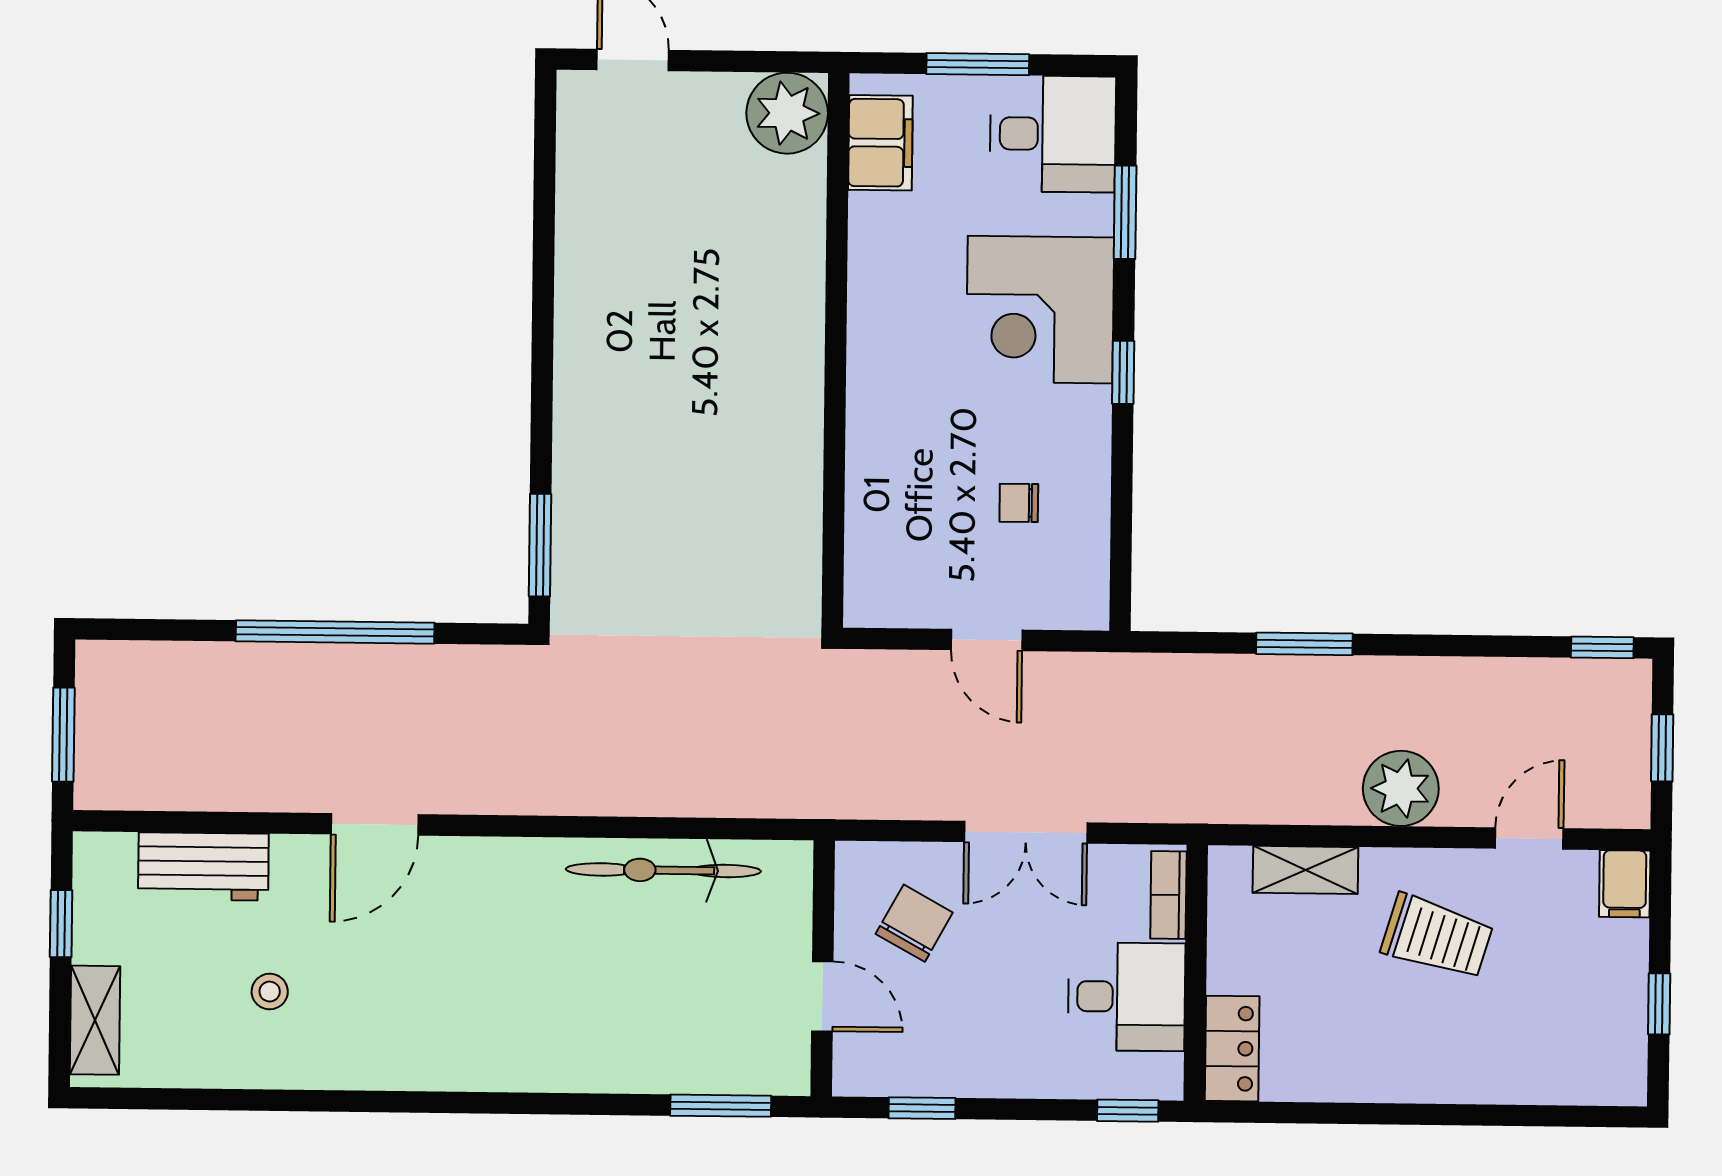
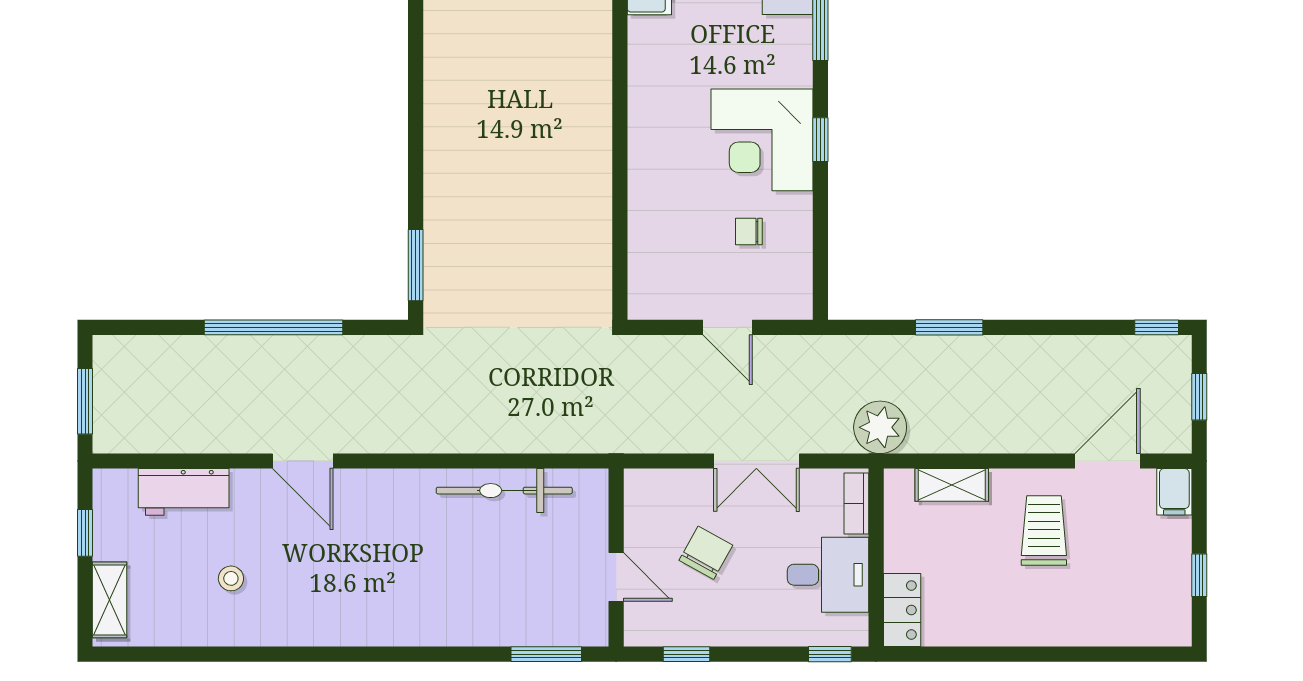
corner desk: (1040, 310) -> (762, 140), moved
plant: (1401, 788) -> (880, 427), moved
door: (375, 824) -> (303, 461), hinge flipped
door: (1529, 838) -> (1107, 461), width x1.38
chair: (914, 923) -> (706, 553), moved
trolley: (1437, 937) -> (1044, 530), turned -107

